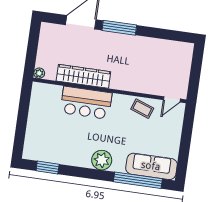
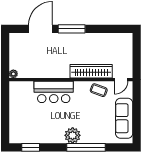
wardrobe: (83, 76) -> (91, 71), moved
sofa: (151, 166) -> (124, 118), moved, turned -90
window: (138, 180) -> (86, 147), moved

